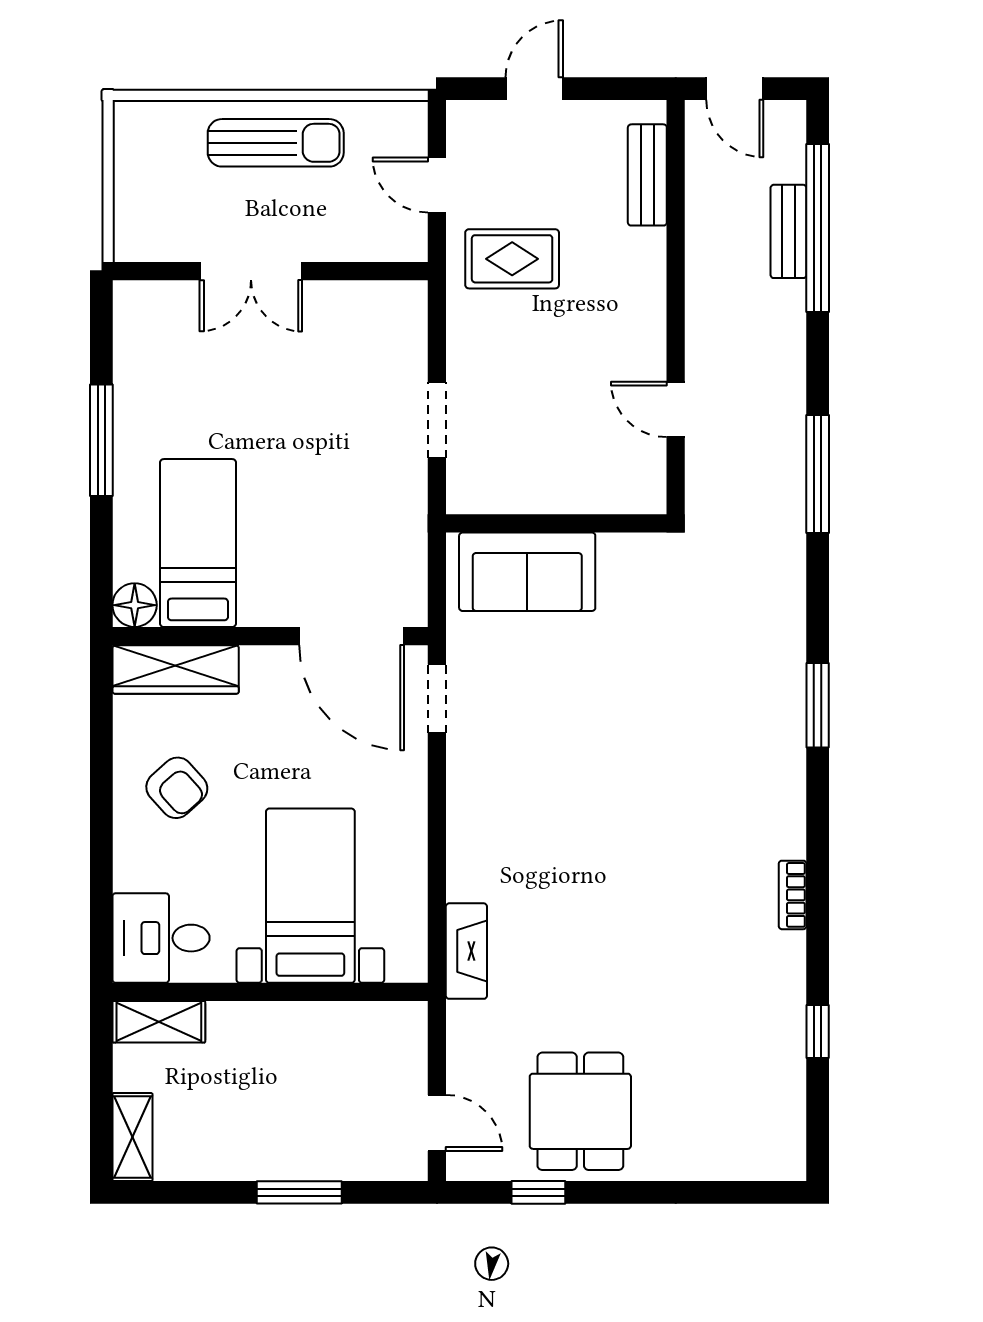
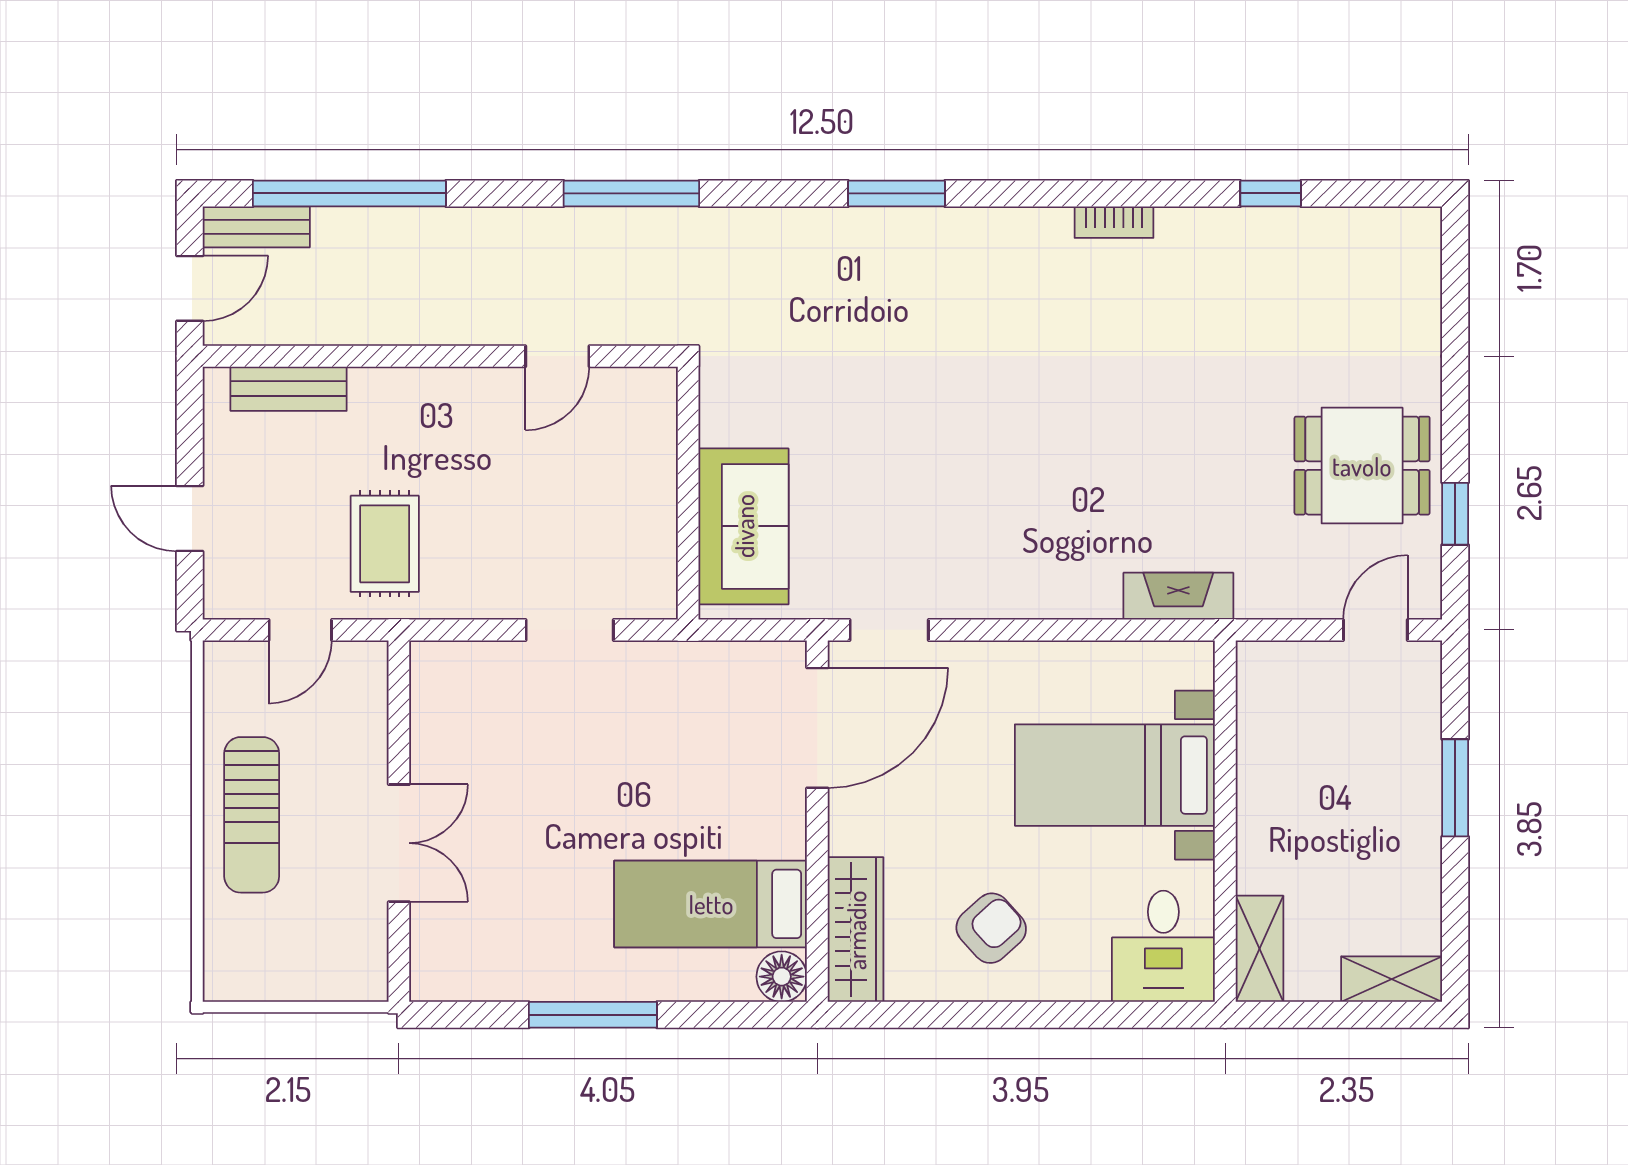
sun lounger: (276, 143) -> (252, 815), turned 180
bench: (789, 231) -> (256, 227), moved

